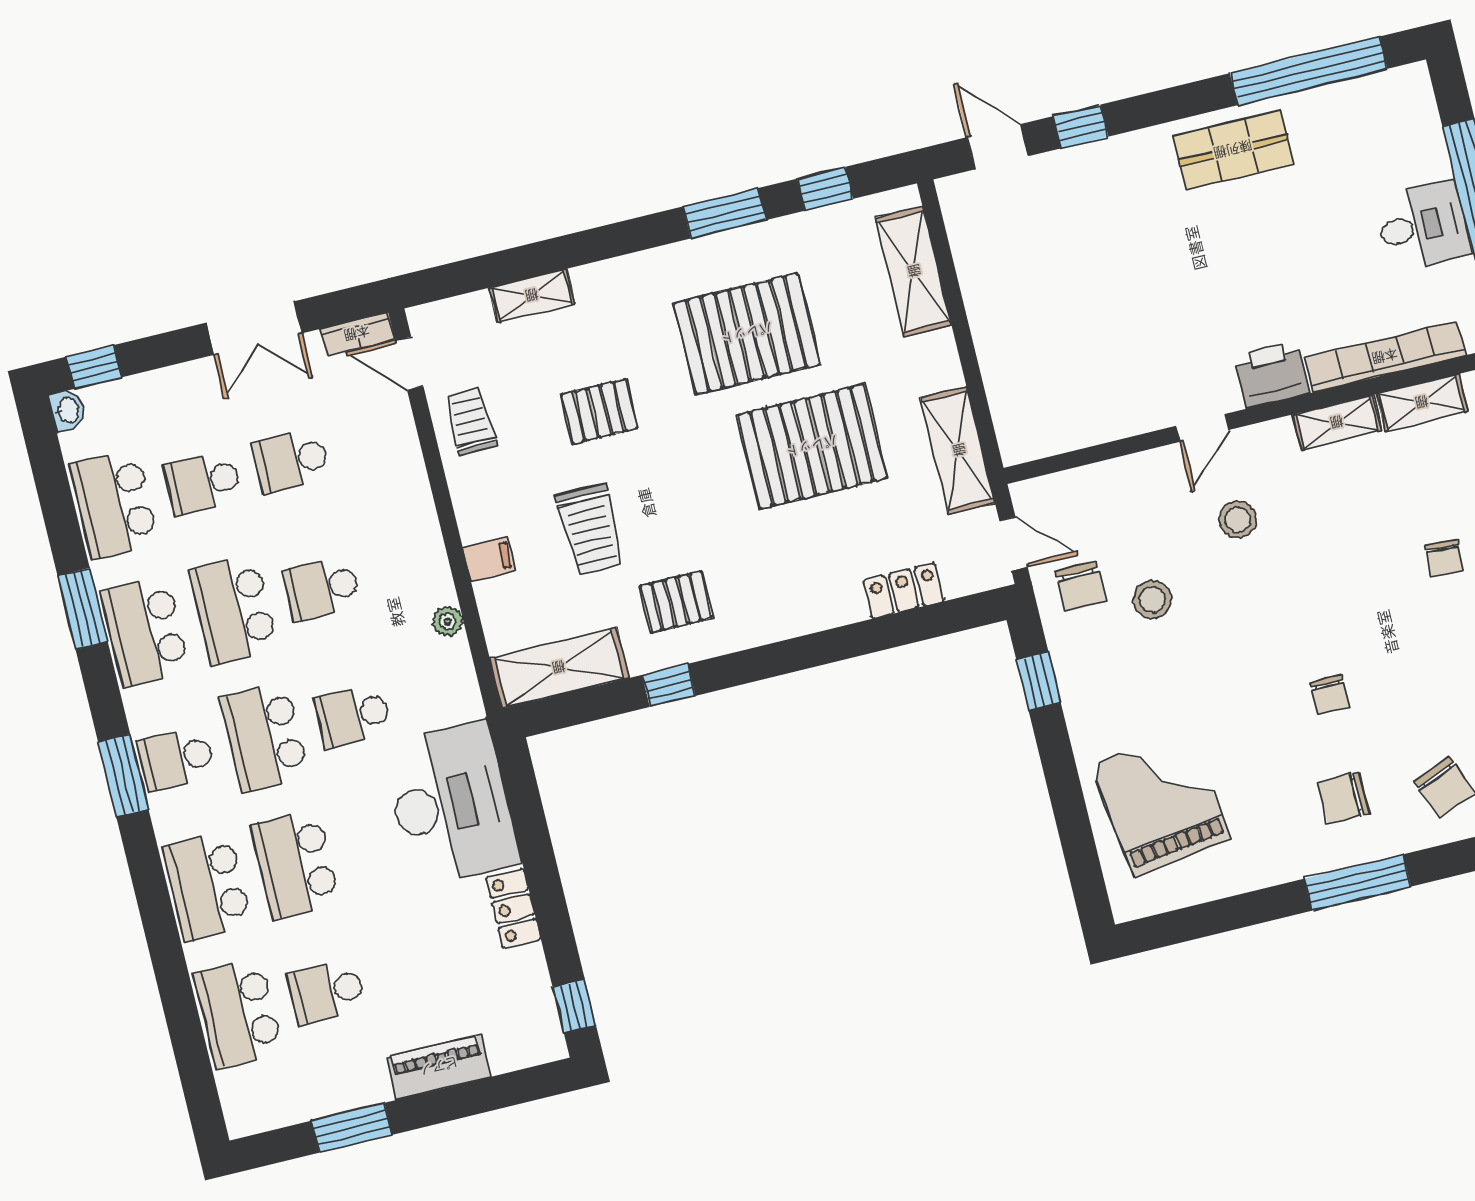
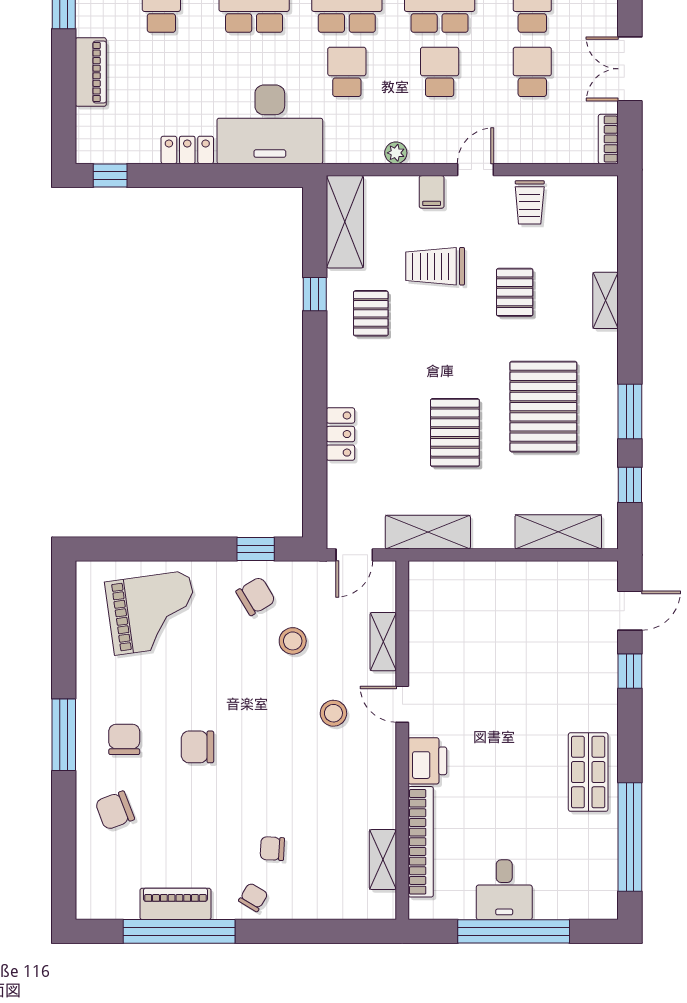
shelving: (532, 296) -> (606, 300), moved
door: (409, 363) -> (476, 170), moved
trolley: (471, 421) -> (530, 202), turned 90
shelving: (1337, 423) -> (383, 642), moved
pallet: (812, 447) -> (455, 433), width x0.73, depth x0.71
chair: (1081, 587) -> (256, 596), moved, turned 149
locker: (904, 591) -> (340, 434), moved
chair: (1330, 695) -> (197, 747), width x1.37, depth x1.37

